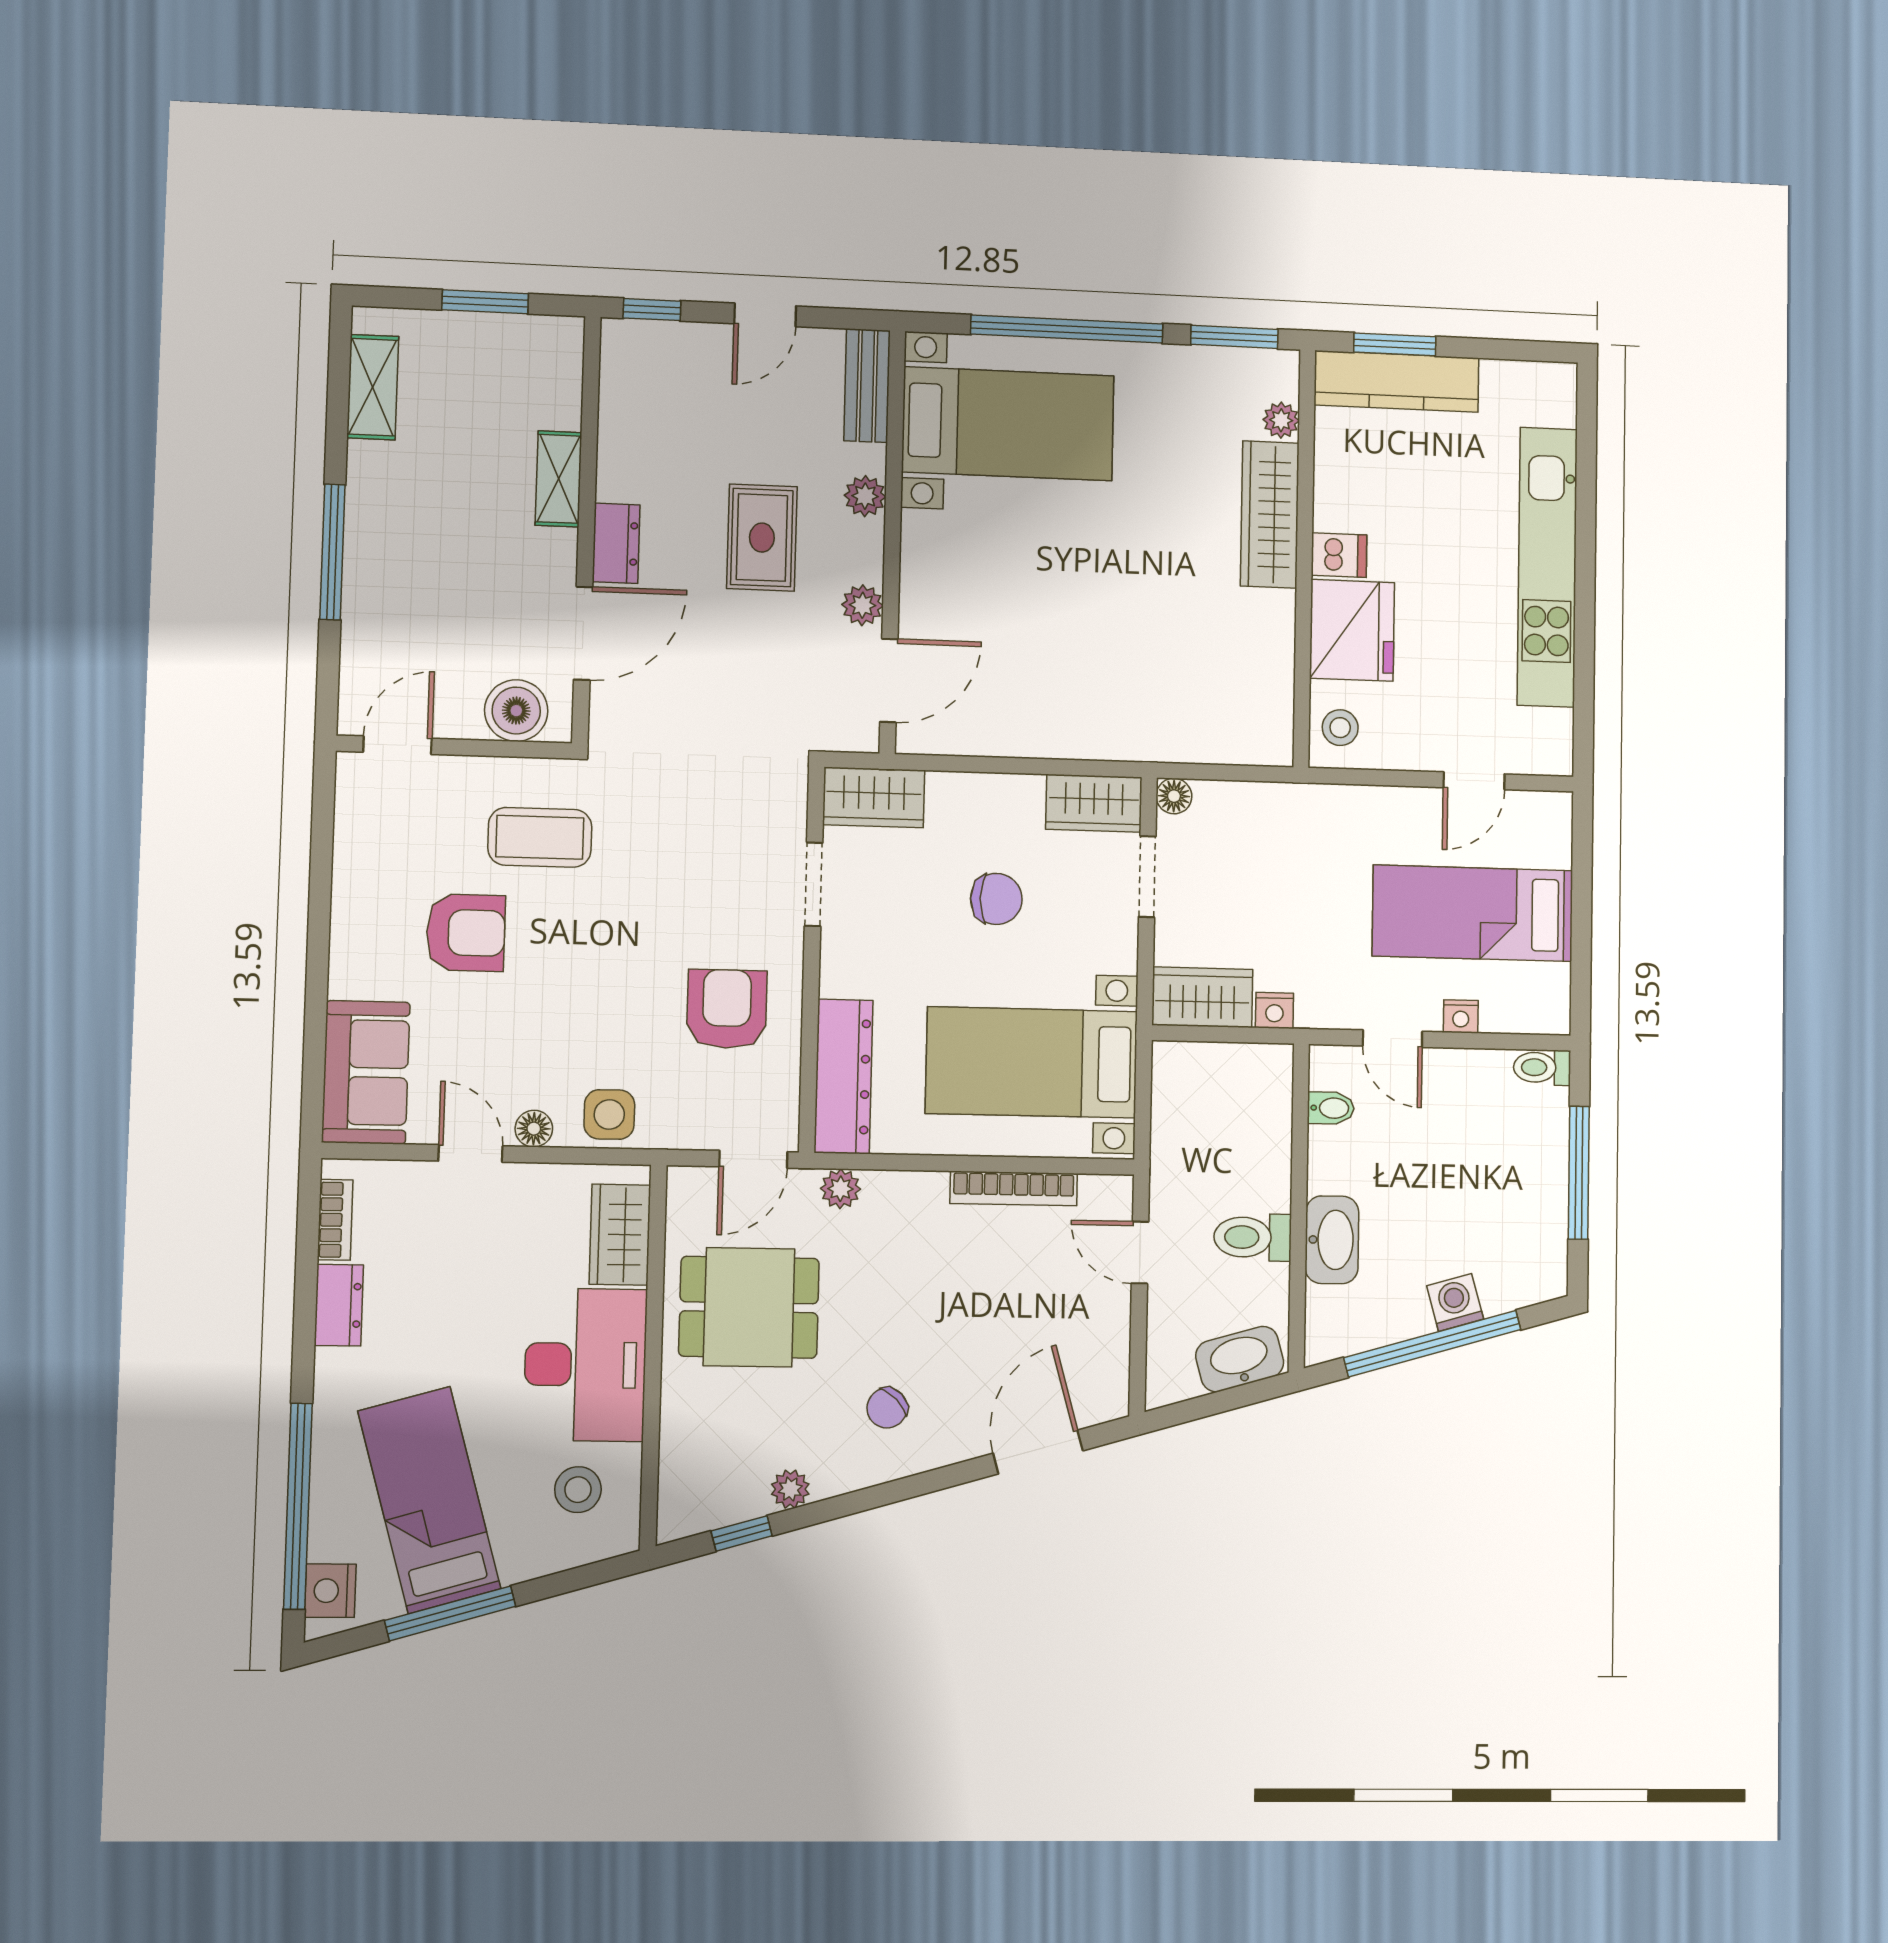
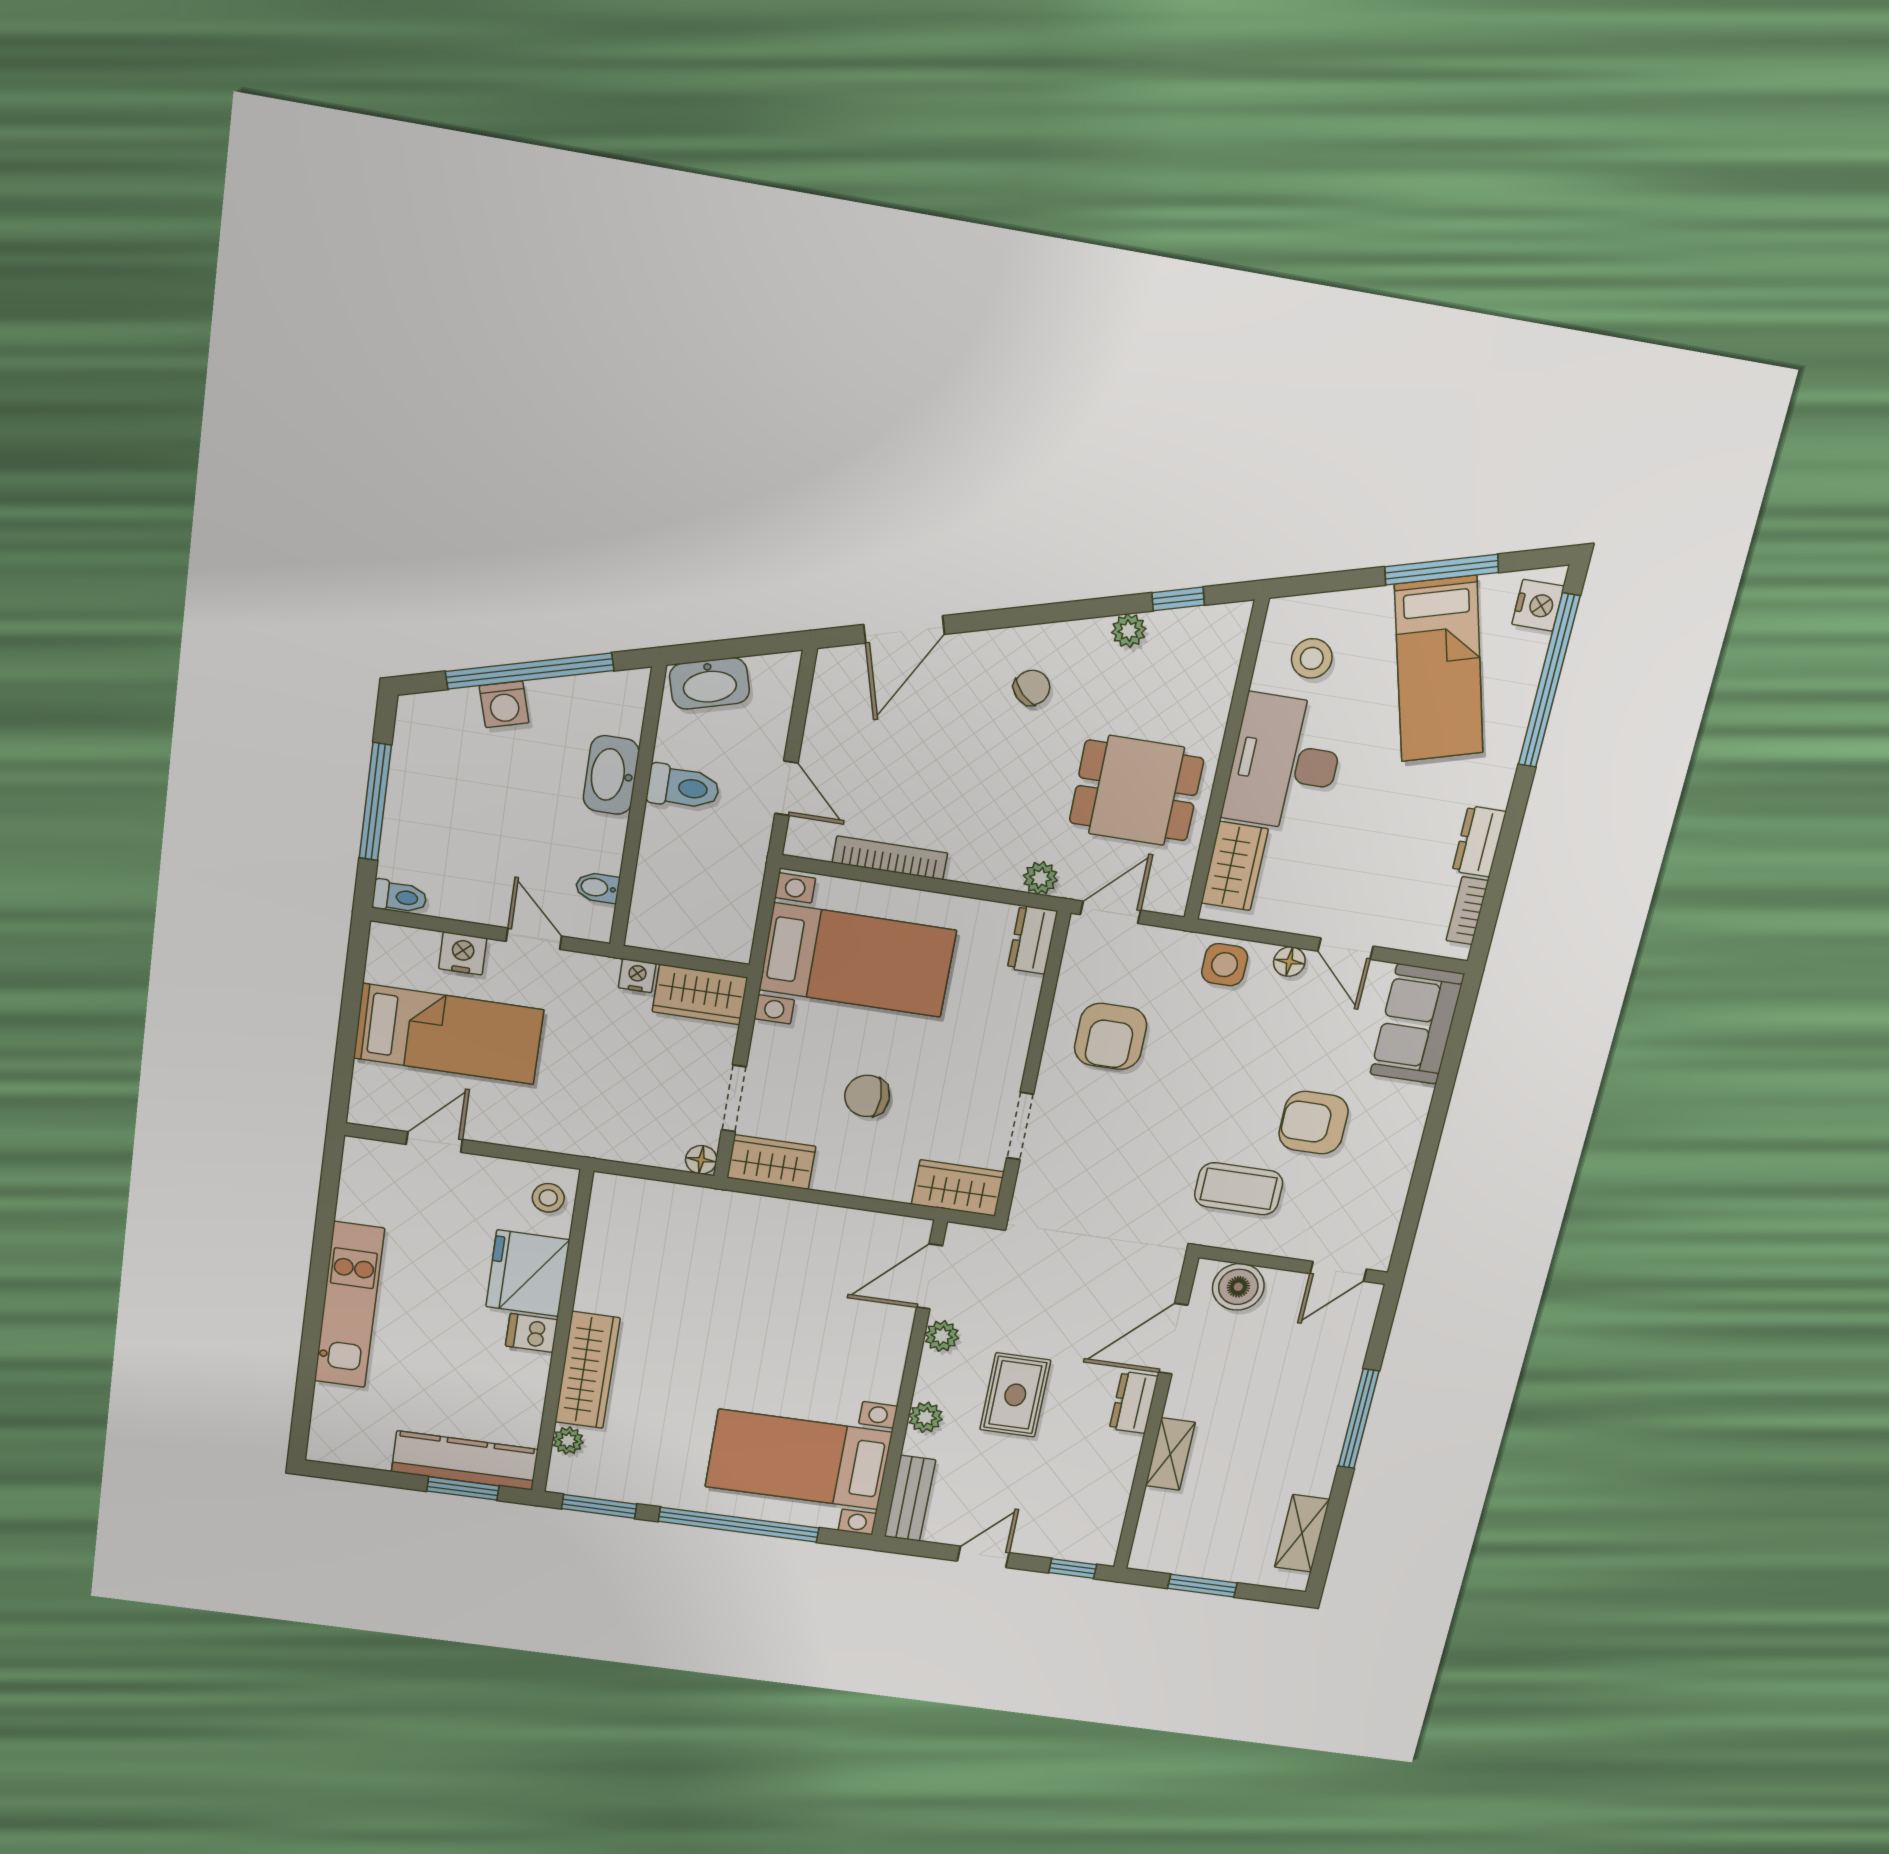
kitchen unit: (1547, 567) -> (349, 1305), width x0.73
nightstand: (1461, 1016) -> (463, 953), width x1.39, depth x1.35
dresser: (844, 1076) -> (1032, 940), width x0.51, depth x0.80

